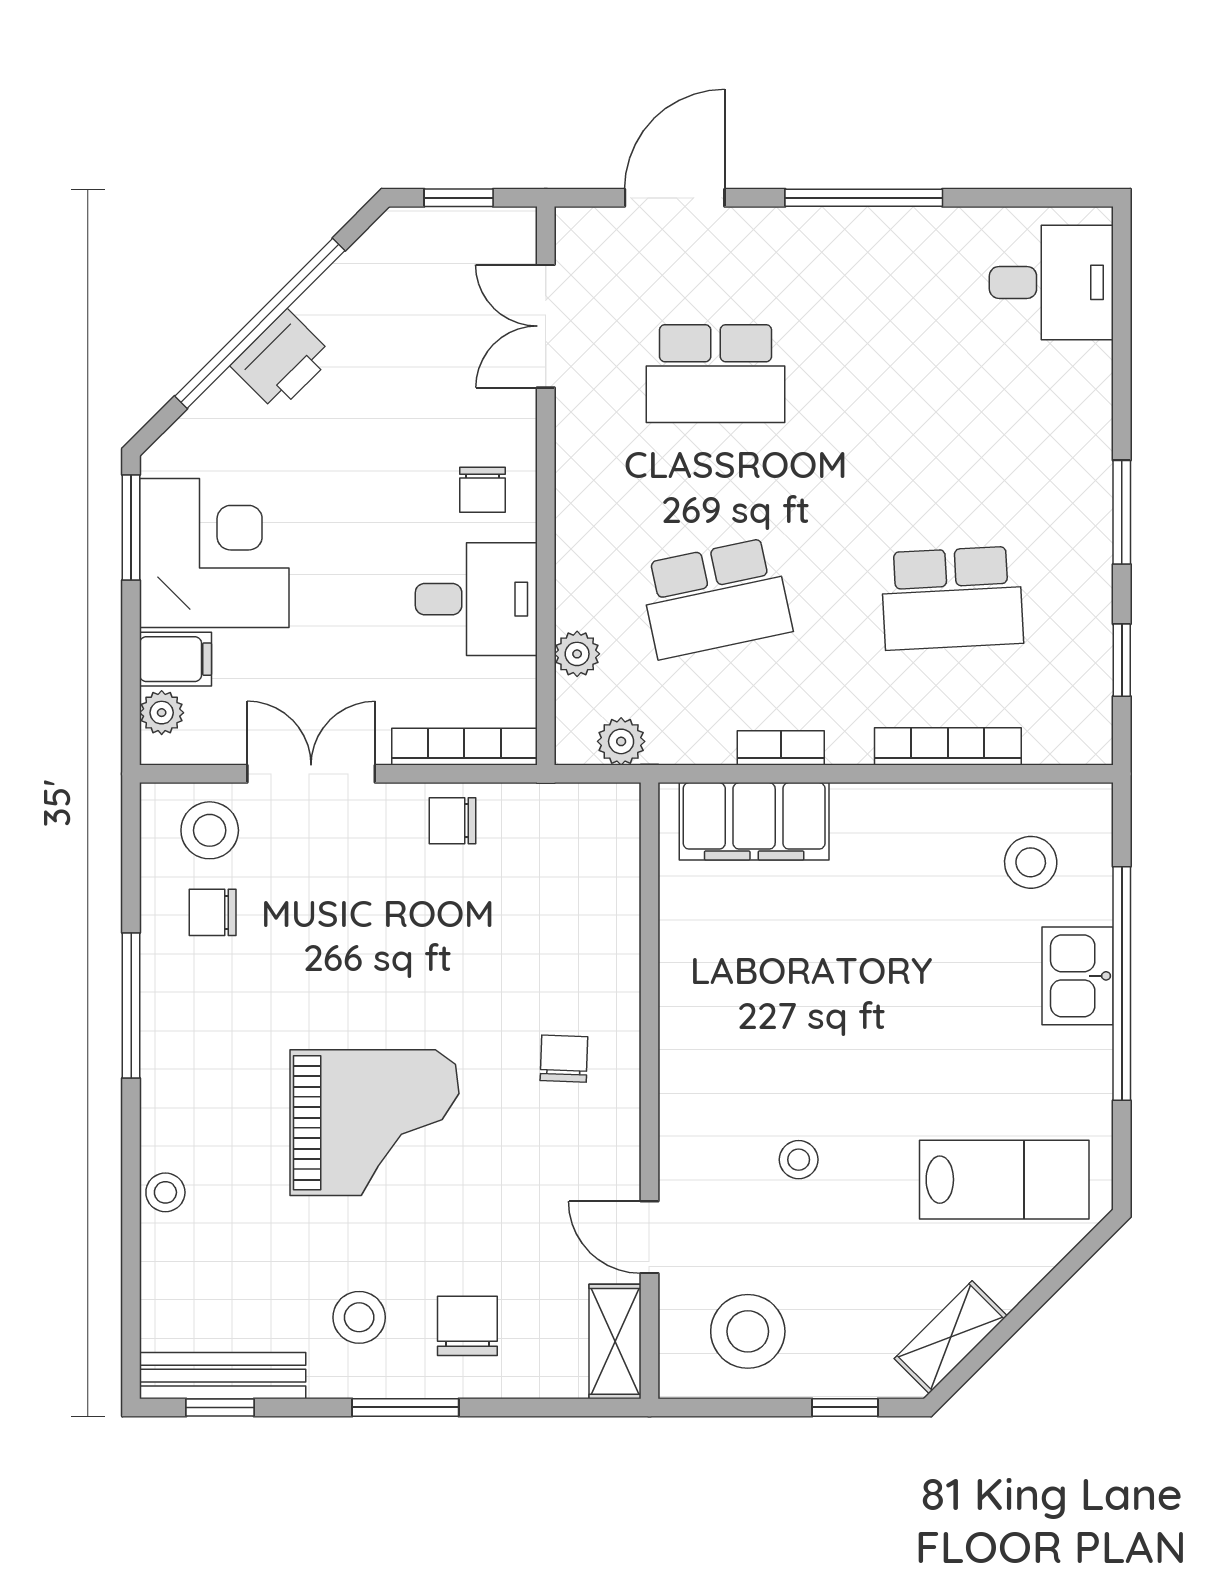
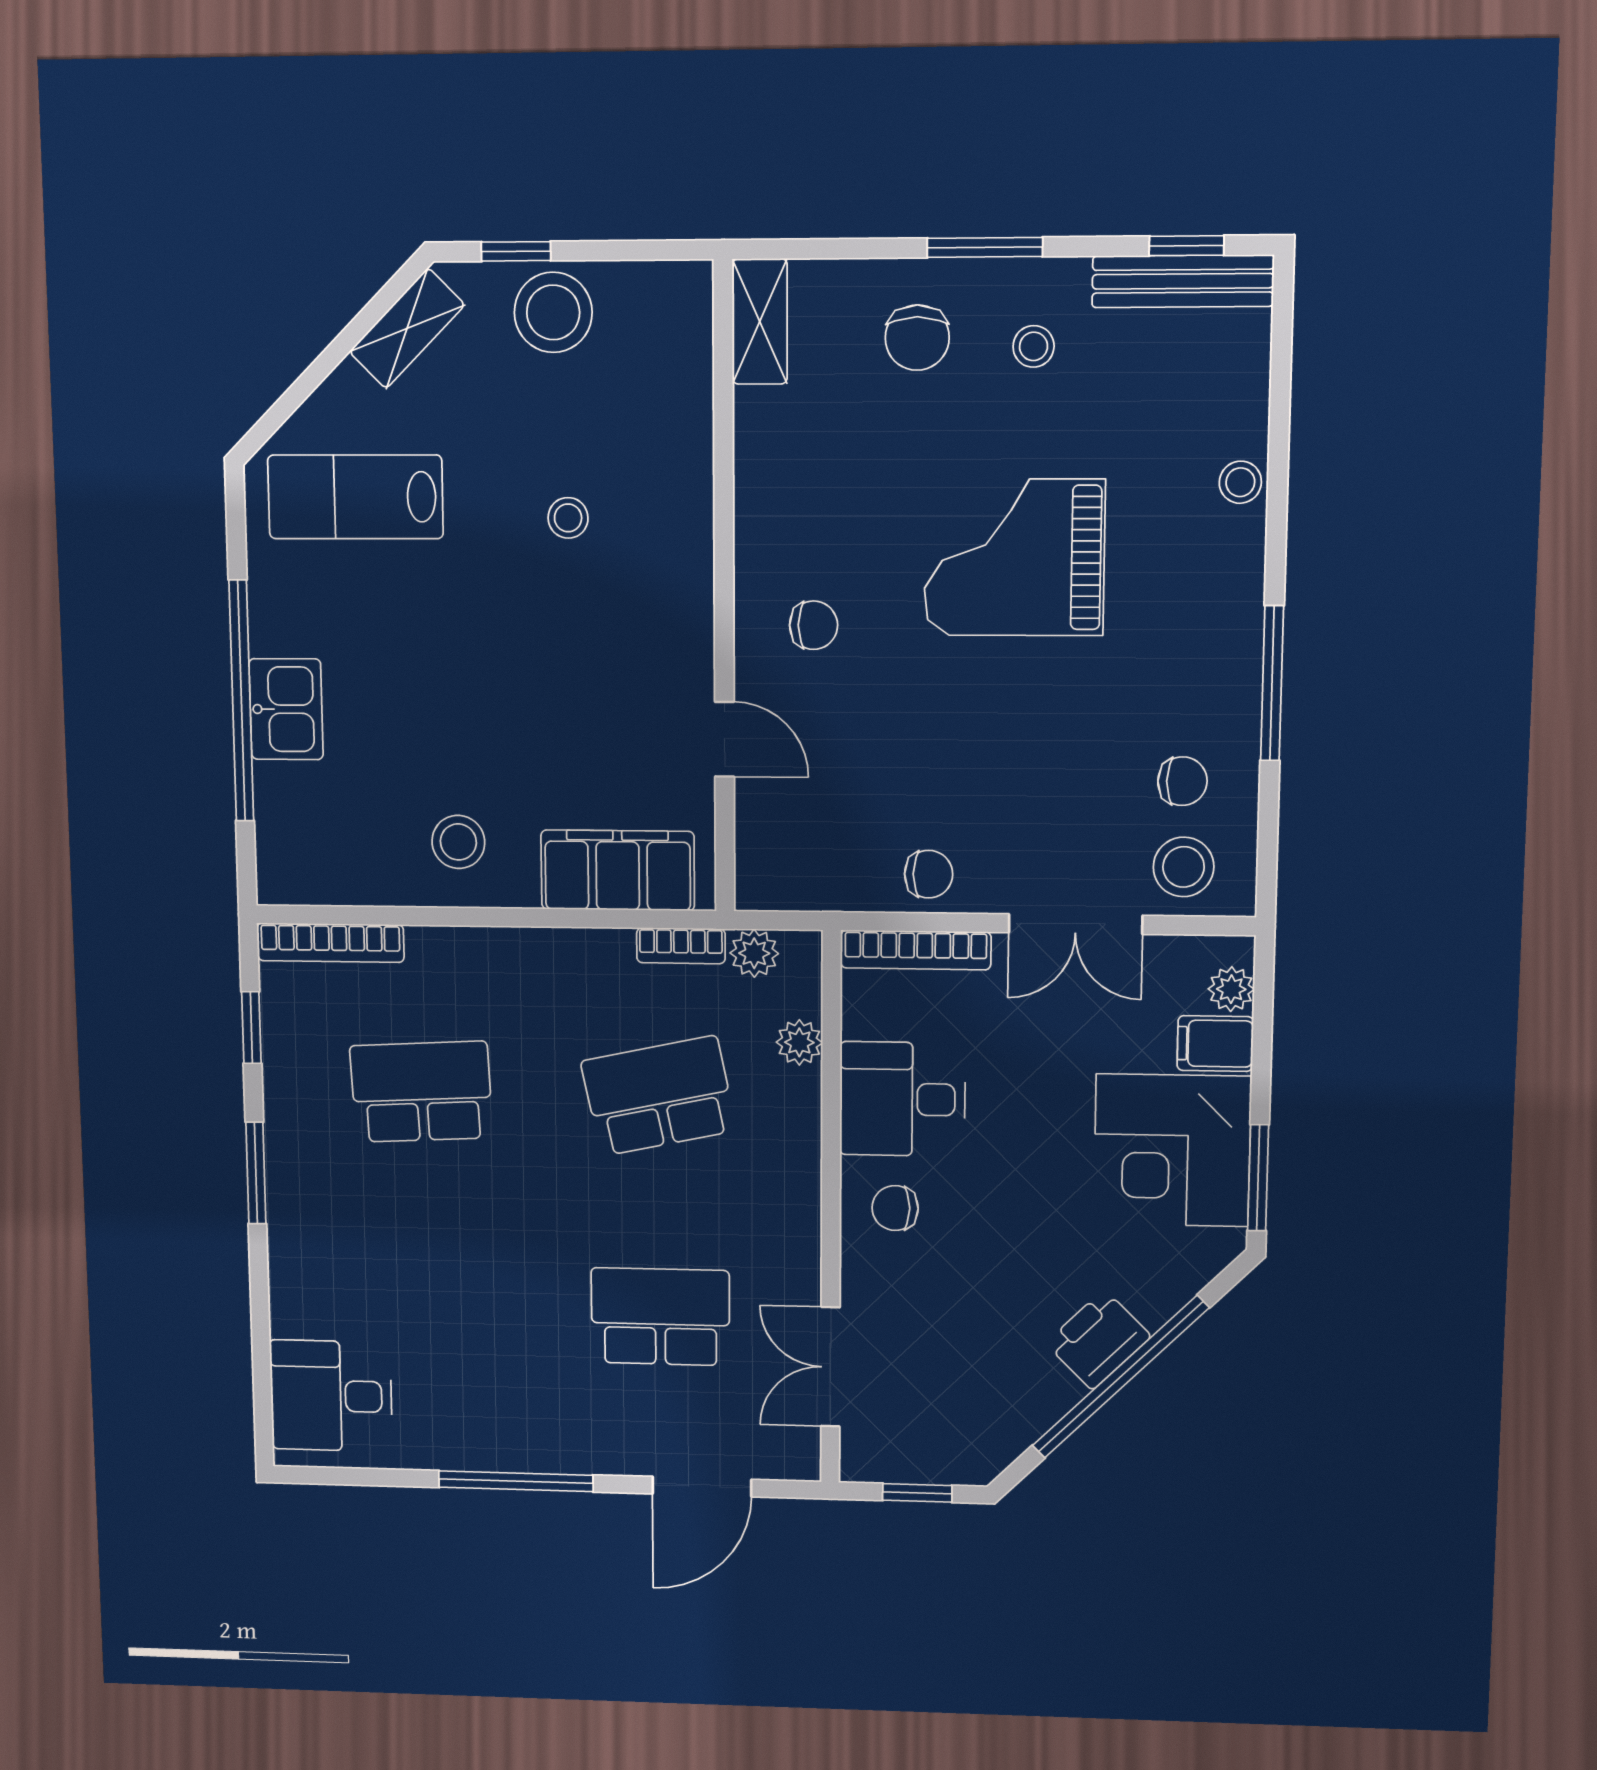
double door: (546, 326) -> (830, 1367), swing flipped
chair: (483, 490) -> (895, 1208), turned -90
bookcase: (948, 746) -> (330, 943), moved
bookcase: (781, 748) -> (681, 946), moved
stool: (1031, 862) -> (458, 842), moved
chair: (564, 1059) -> (814, 625), turned -92
door: (649, 1237) -> (724, 739), moved
stool: (359, 1317) -> (1034, 346), width x0.73, depth x0.73
stool: (748, 1331) -> (553, 312), moved

